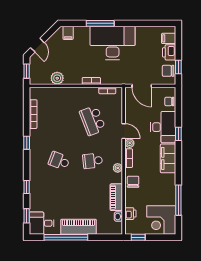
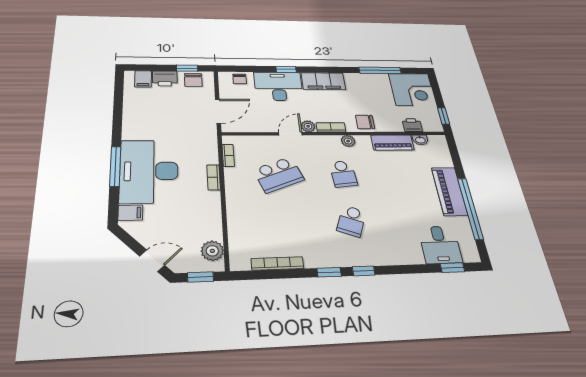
desk: (113, 43) -> (149, 171), moved
plant: (57, 78) -> (212, 251), moved
window: (27, 187) -> (364, 271), moved
desk: (42, 223) -> (440, 245), moved

